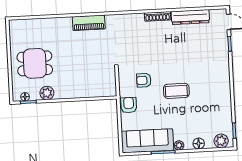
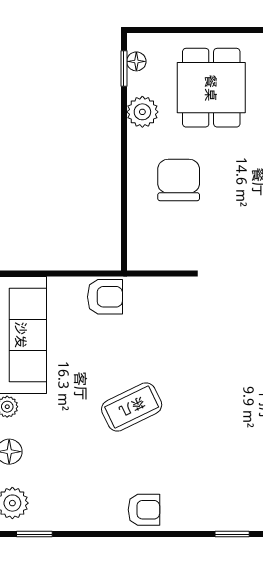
chair: (76, 76) -> (179, 180), added
armchair: (144, 80) -> (144, 510), moved, turned 90
coffee table: (176, 91) -> (132, 407), turned 64

